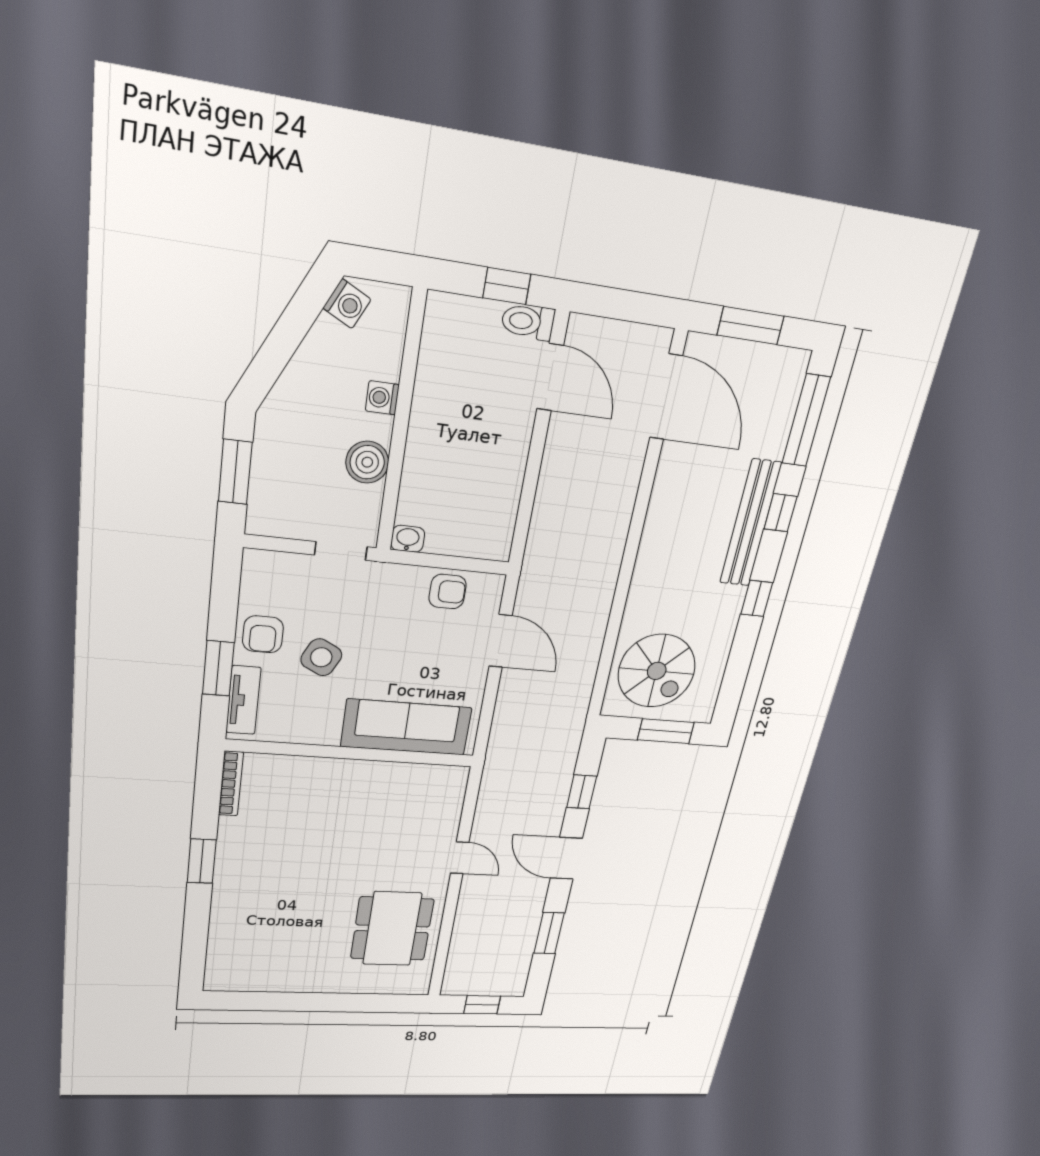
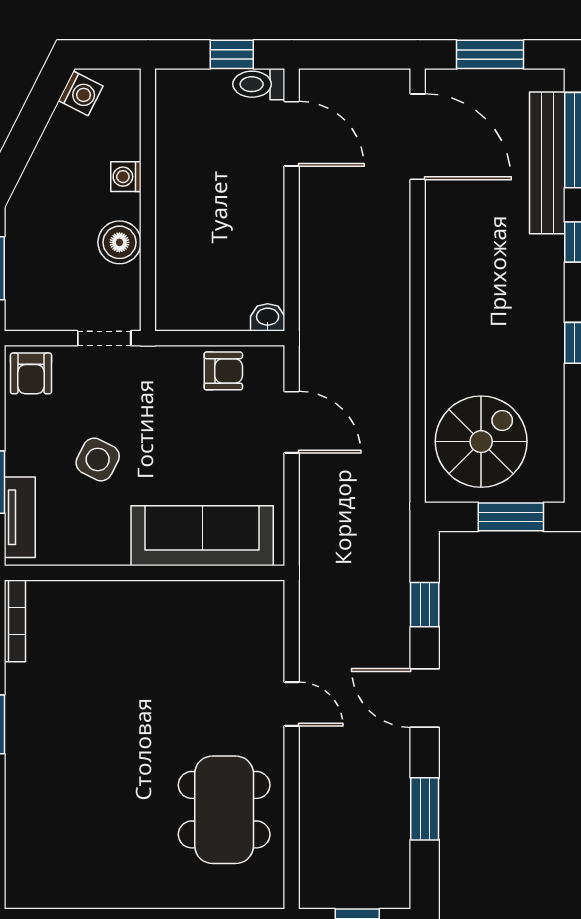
bench: (750, 523) -> (547, 163), moved
washbasin: (408, 539) -> (268, 317), moved
armchair: (263, 634) -> (31, 373), moved
spiral stairs: (657, 671) -> (481, 442), turned -90

